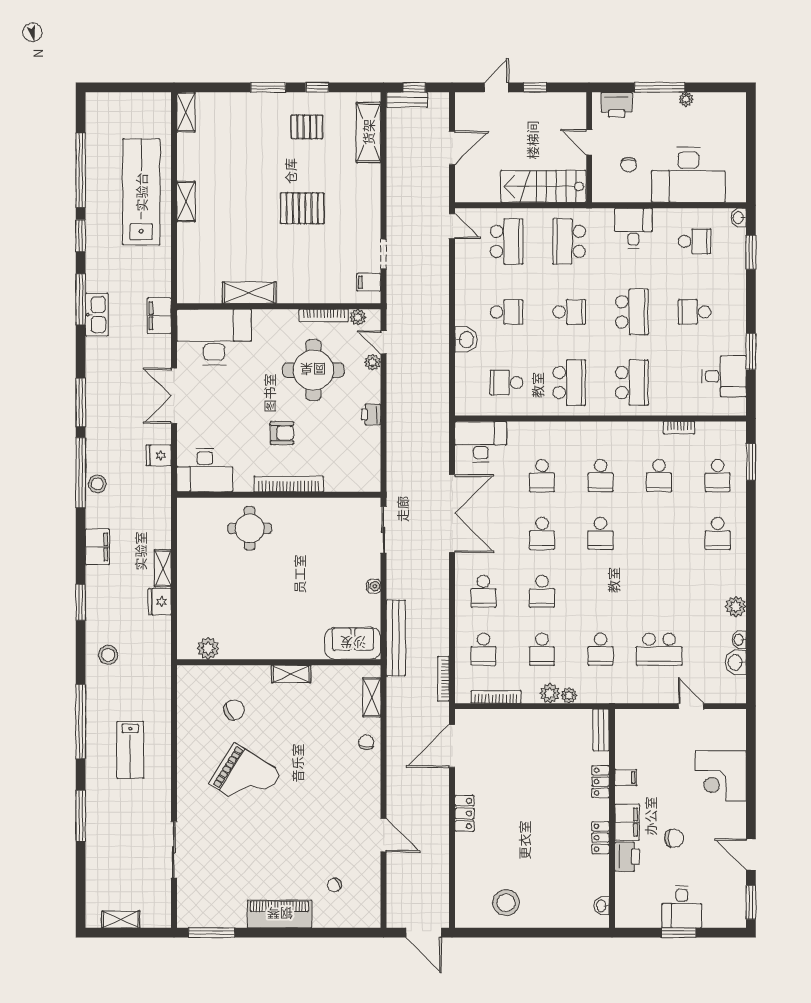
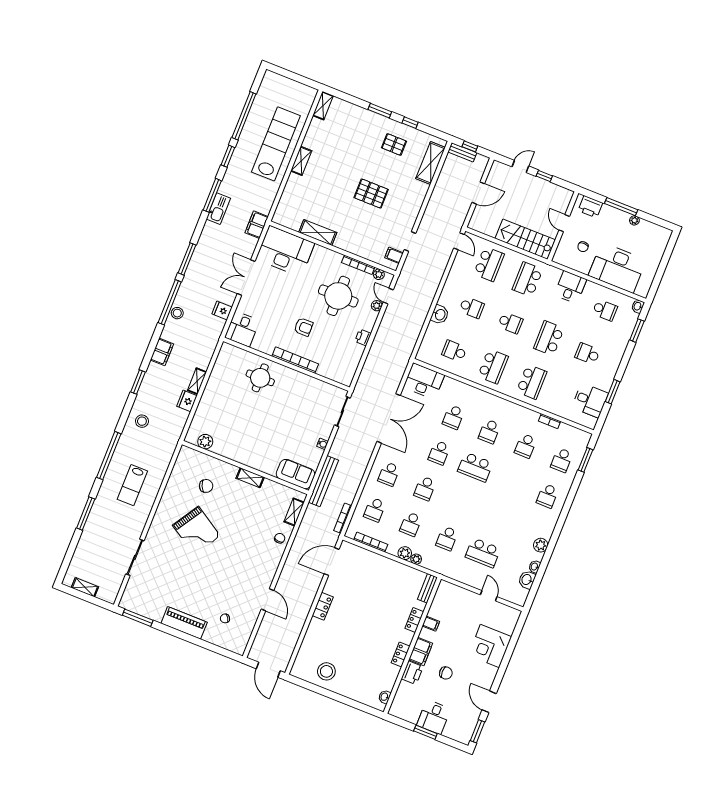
school desk: (632, 312) -> (549, 338), turned 180
desk: (205, 470) -> (242, 329), width x0.73
school desk: (601, 533) -> (475, 467), width x1.85

